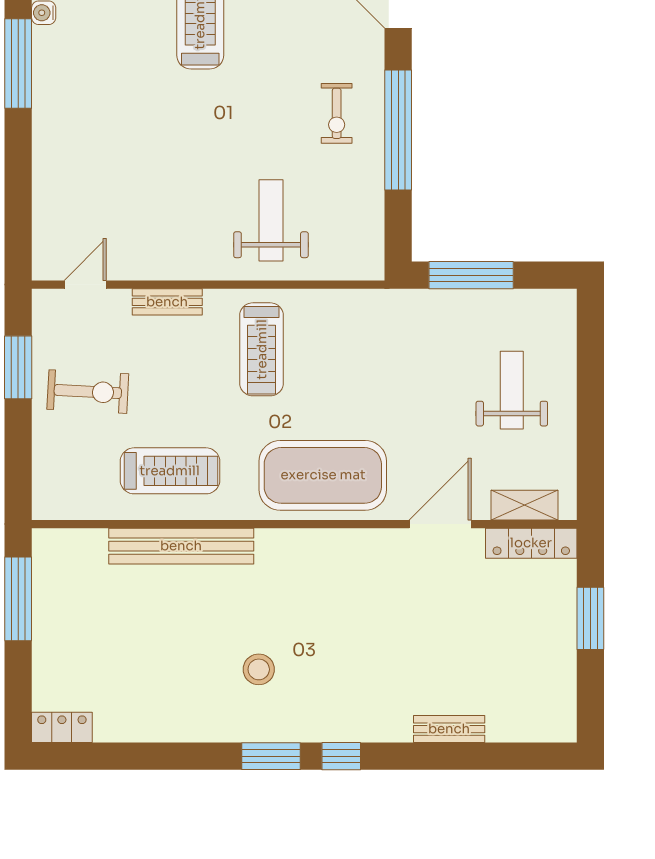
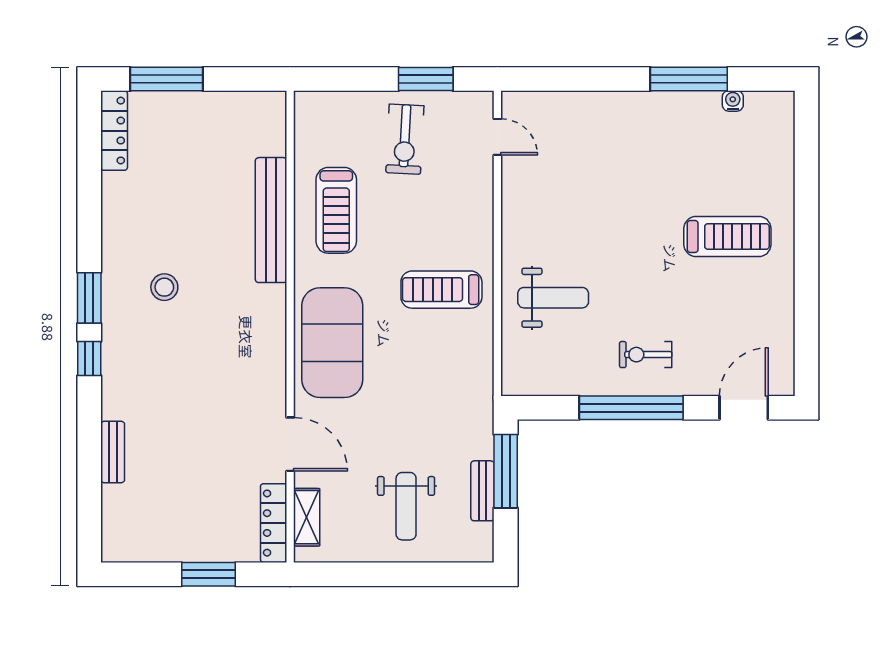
bench: (167, 302) -> (482, 491), moved
weight bench: (512, 390) -> (406, 506), turned 90
window: (18, 599) -> (166, 79), moved
locker: (62, 727) -> (114, 131), width x1.53

